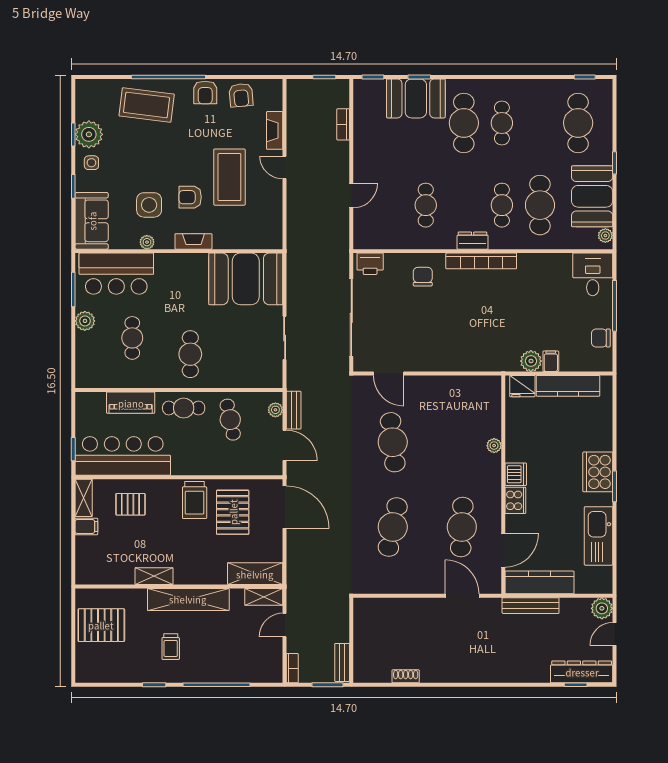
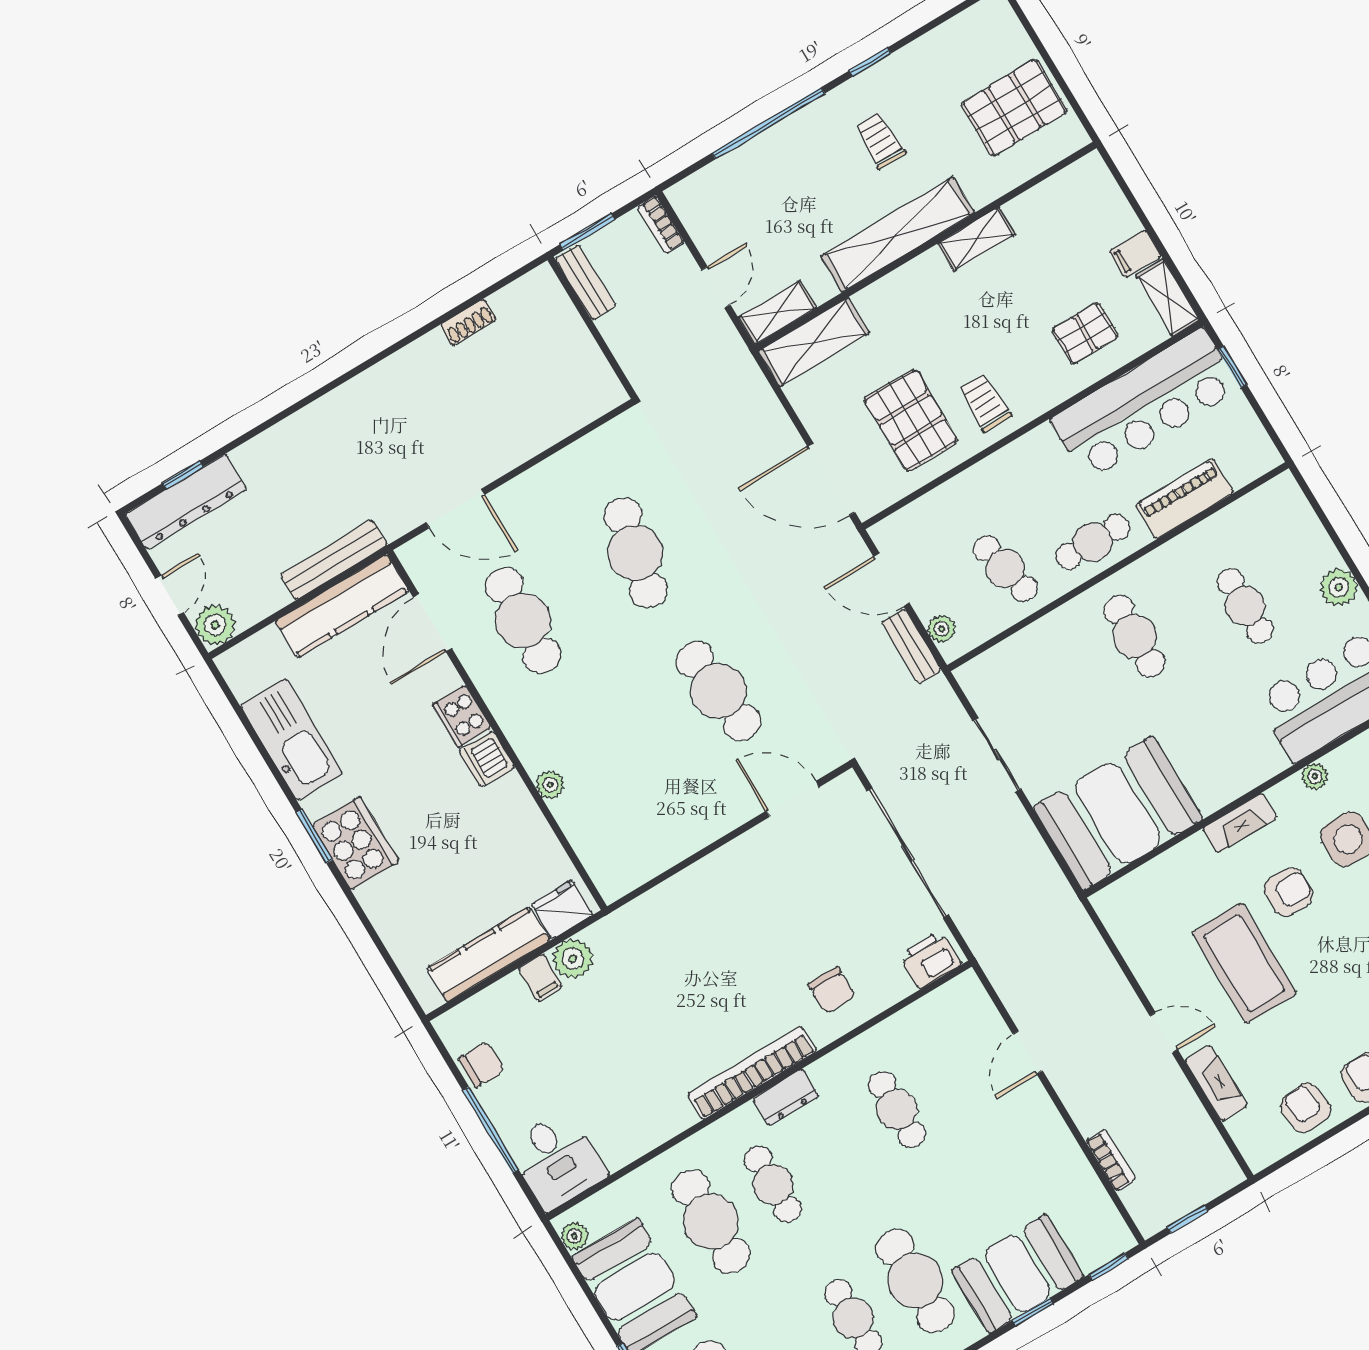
trolley: (195, 500) -> (985, 403), width x0.73, depth x0.72

